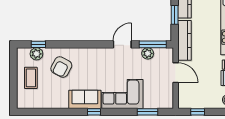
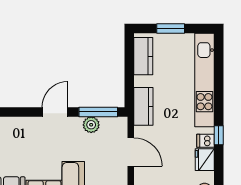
window: (175, 15) -> (129, 70), removed
kitchen counter: (185, 40) -> (143, 106), width x0.67

